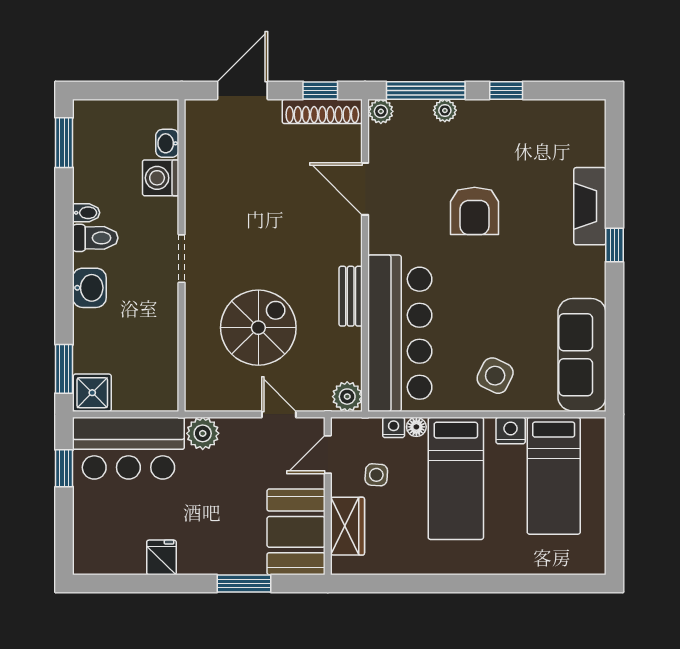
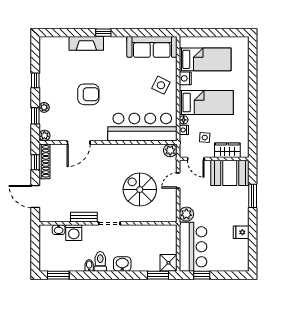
window: (426, 90) -> (35, 116), width x0.46
bench: (351, 296) -> (84, 217), moved

